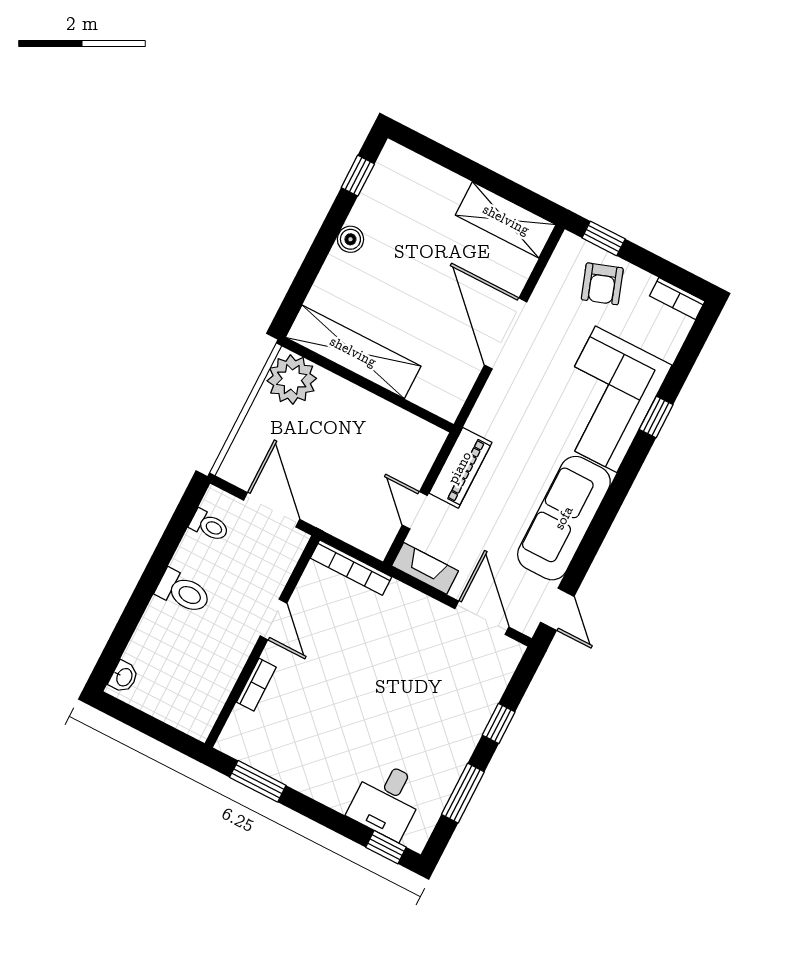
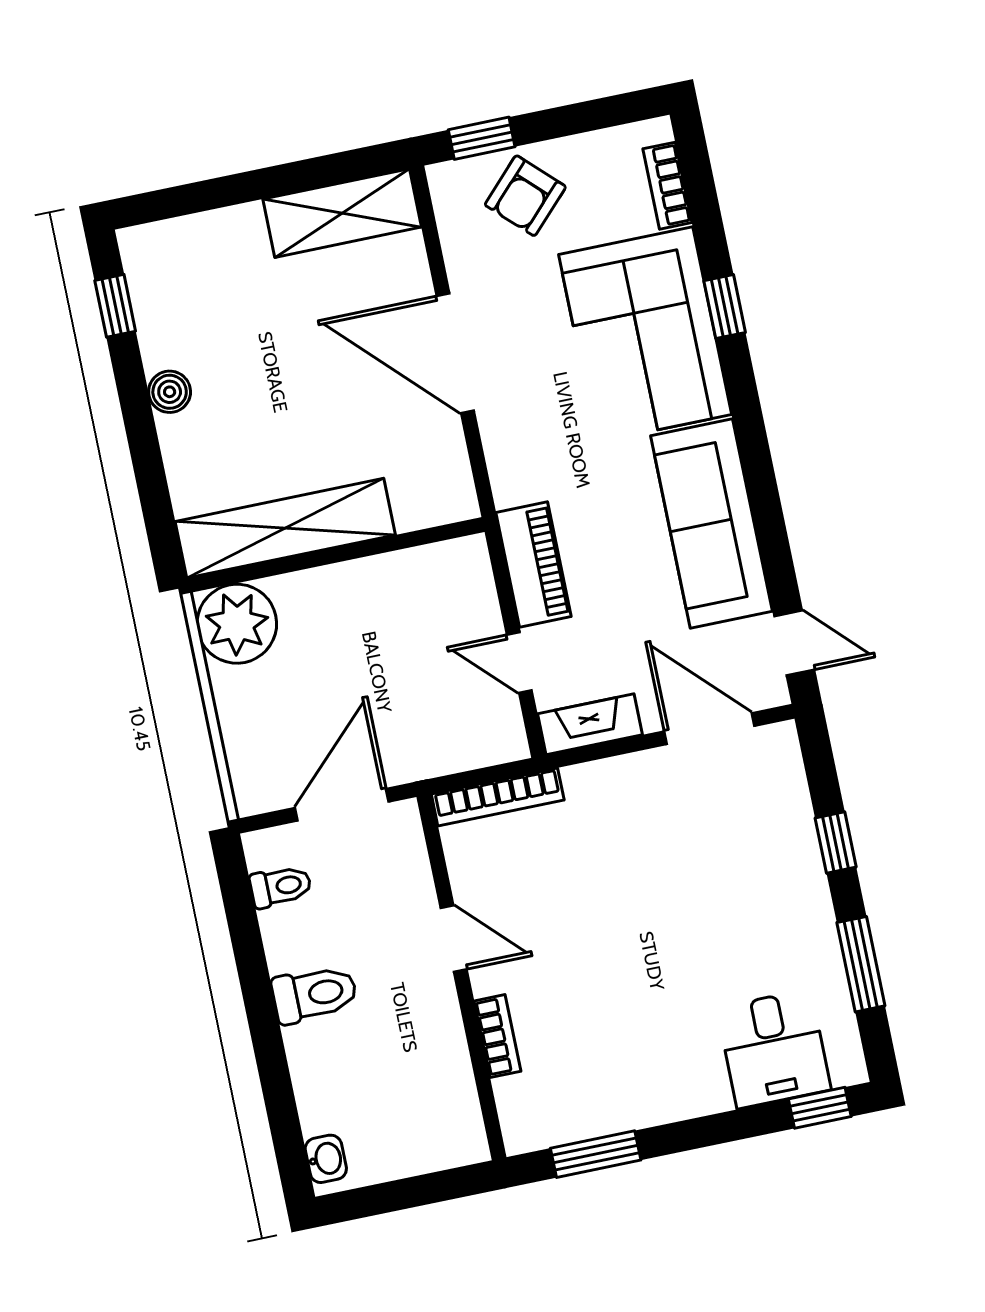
armchair: (602, 284) -> (525, 196), turned 63
bookcase: (677, 299) -> (667, 186), moved, turned 90
door: (272, 510) -> (342, 805), hinge flipped

